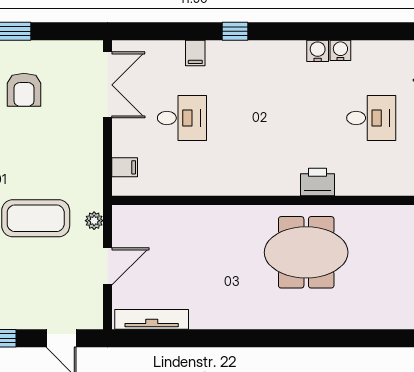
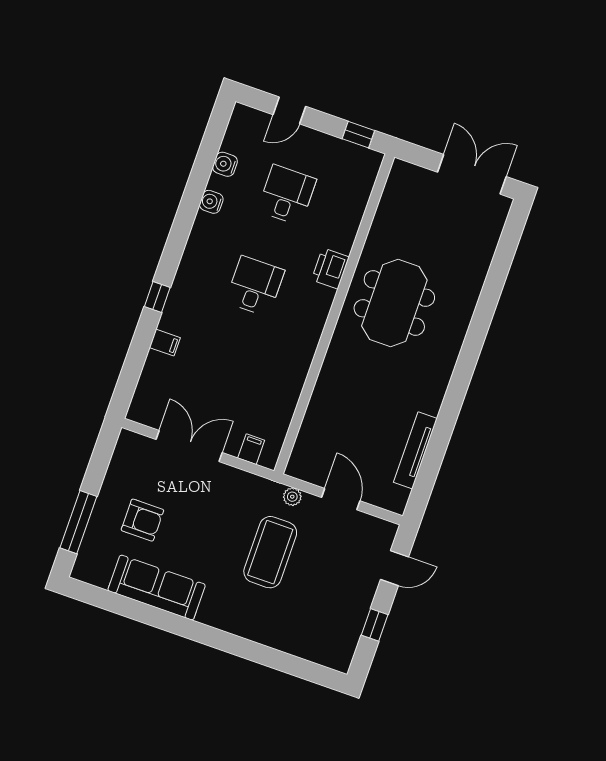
water cooler: (318, 51) -> (225, 164), moved
double door: (108, 85) -> (189, 446), moved
desk: (182, 118) -> (255, 286), moved
tv unit: (152, 319) -> (415, 450), moved

